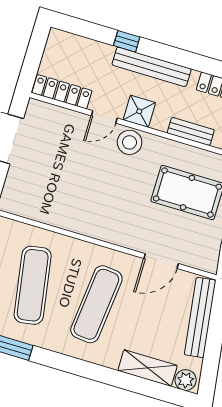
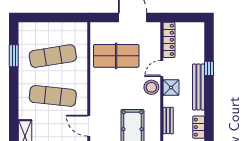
door: (104, 117) -> (162, 68), hinge flipped
table tennis table: (63, 184) -> (116, 56), added

